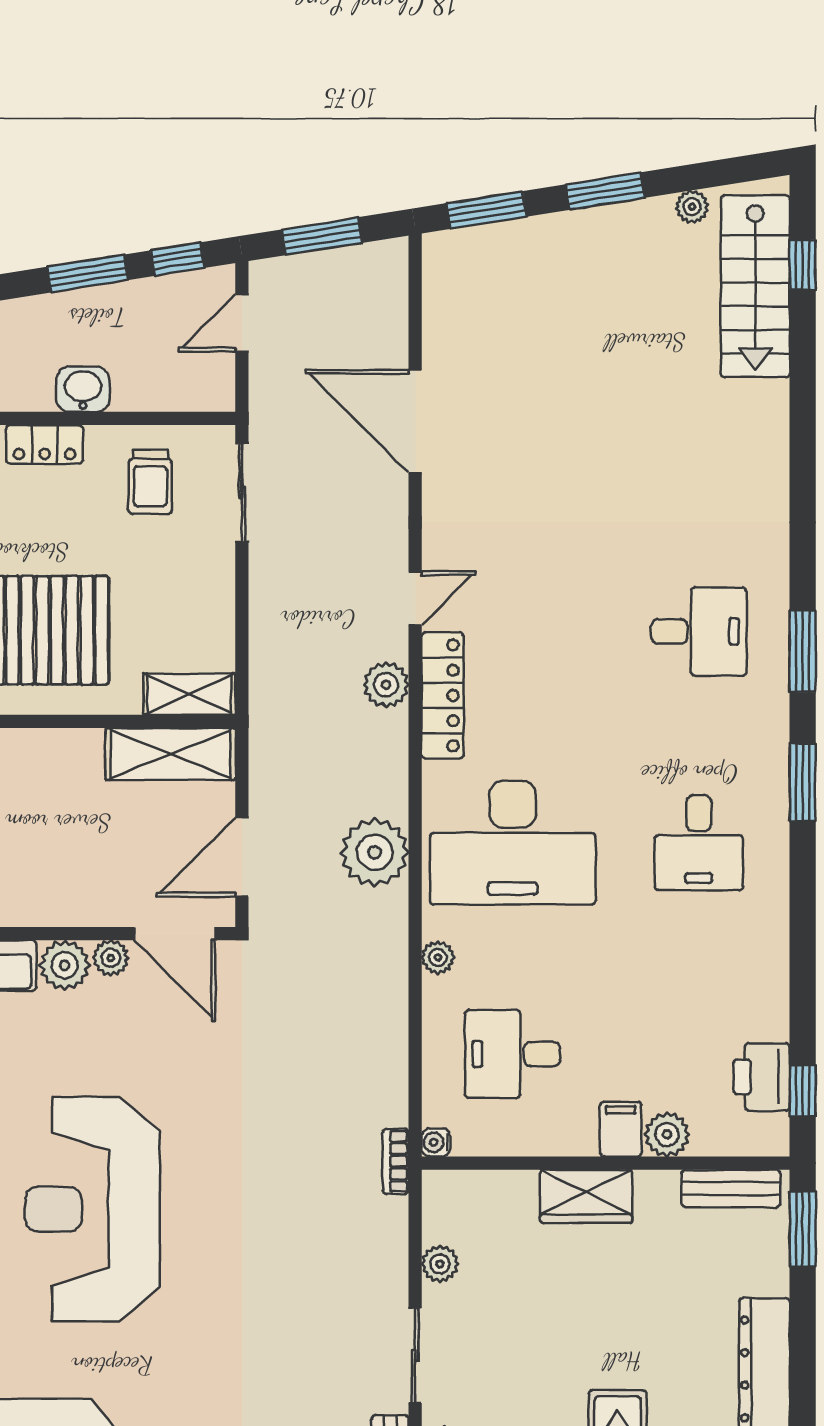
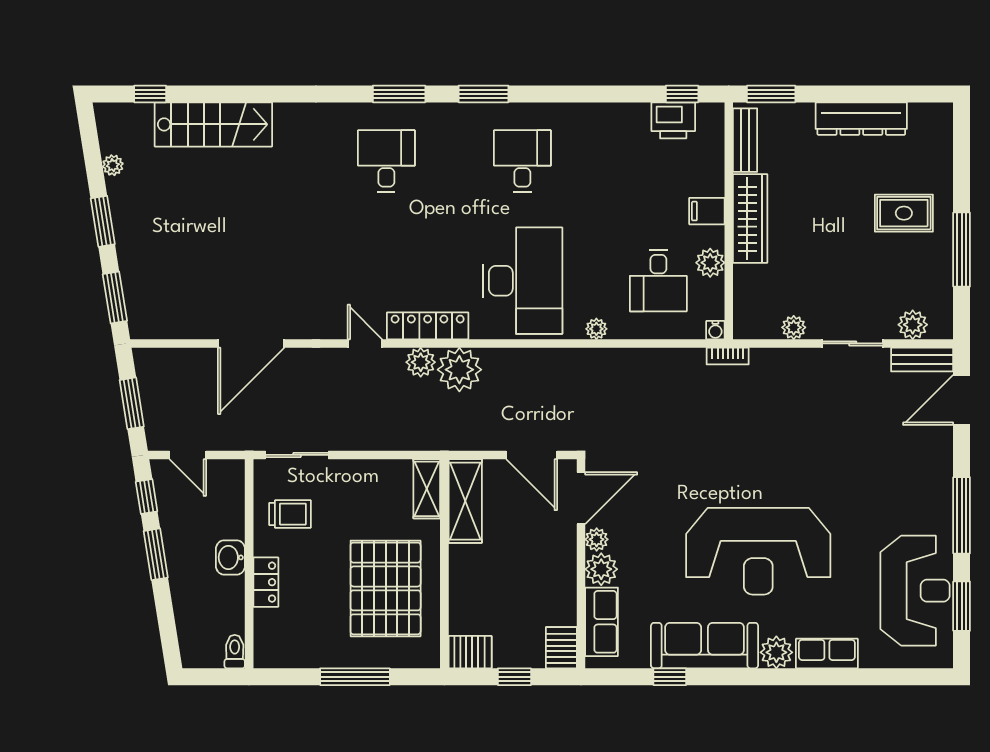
stairs: (755, 286) -> (213, 124), moved
desk: (699, 843) -> (522, 161), turned -90
plant: (375, 852) -> (459, 370), moved
plant: (667, 1134) -> (710, 263), moved
wardrobe: (586, 1196) -> (750, 219), width x1.50

